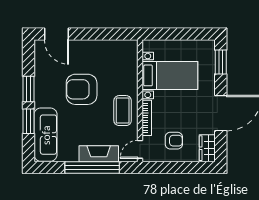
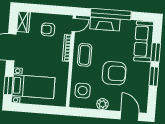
plant: (94, 47) -> (102, 104), added
side table: (122, 63) -> (83, 91), added
bed with nightstands: (170, 75) -> (33, 87), moved, turned 180

